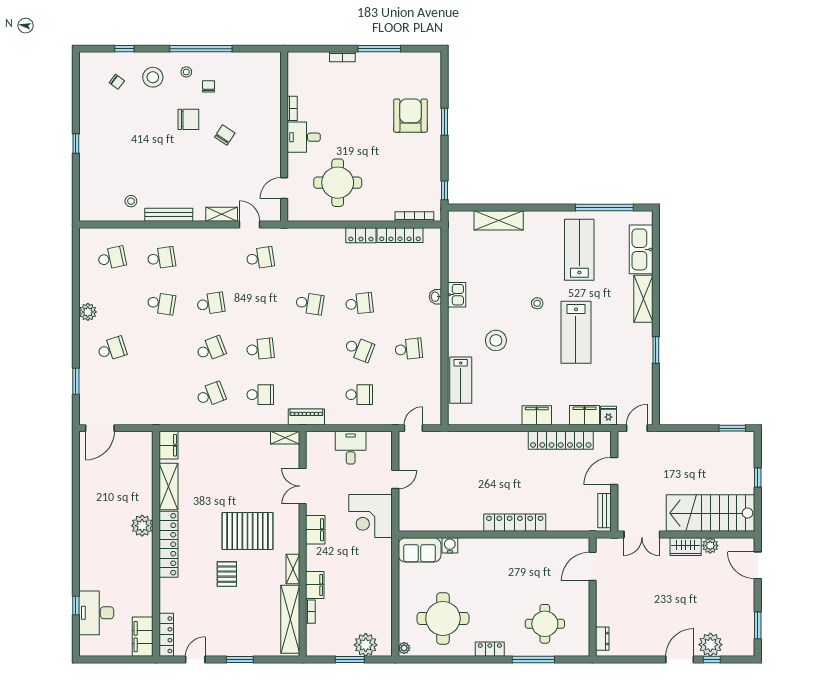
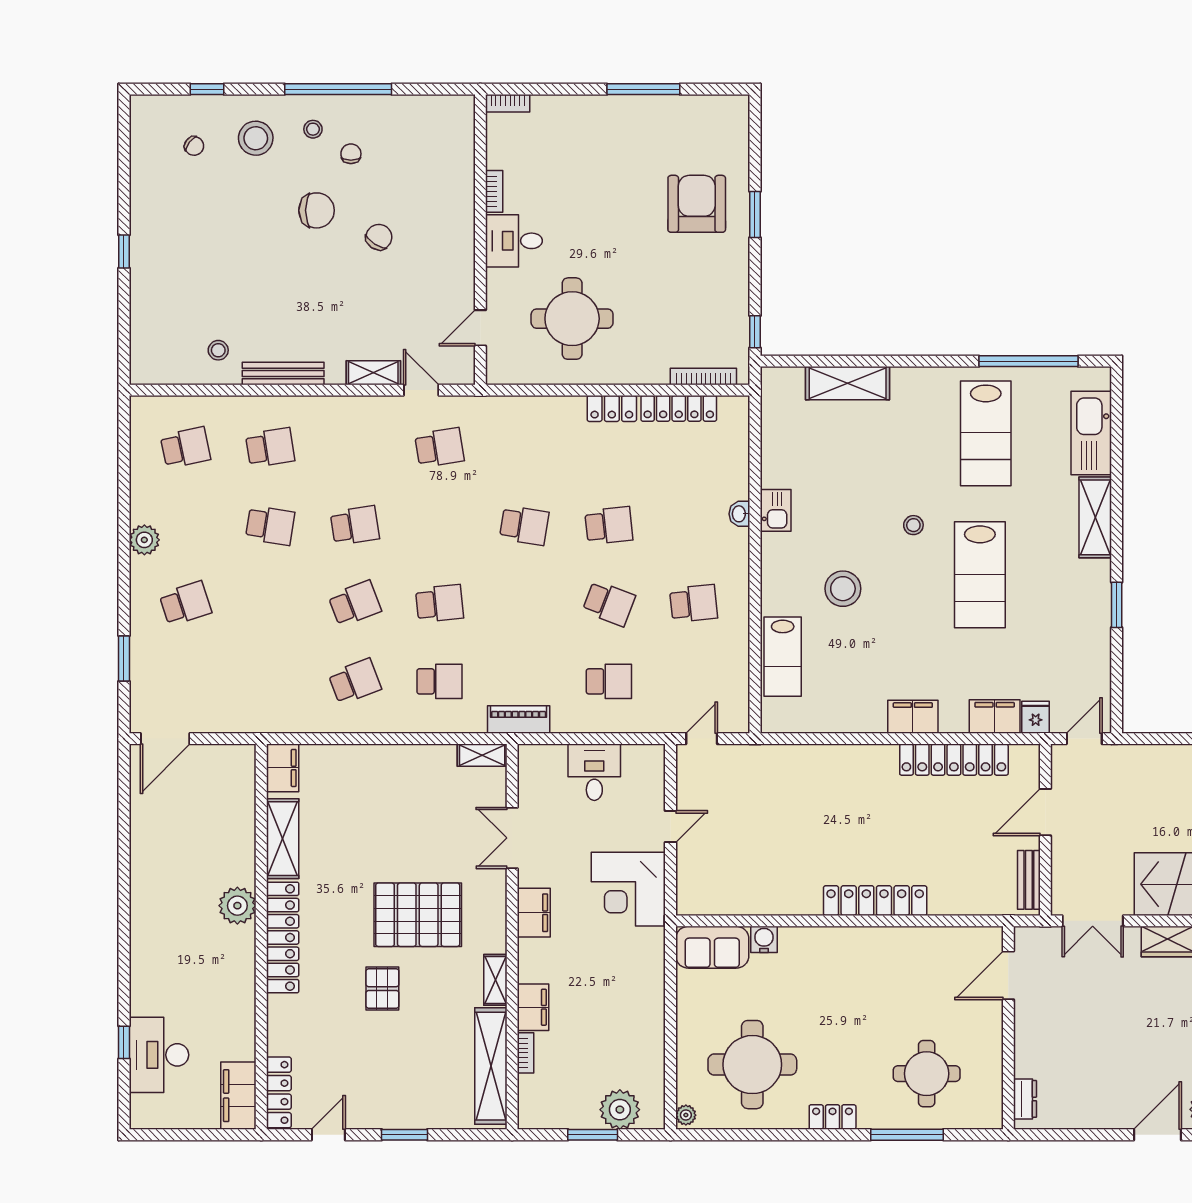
bookcase: (342, 57) -> (508, 103), moved
lab bench: (579, 250) -> (986, 433), turned 180

